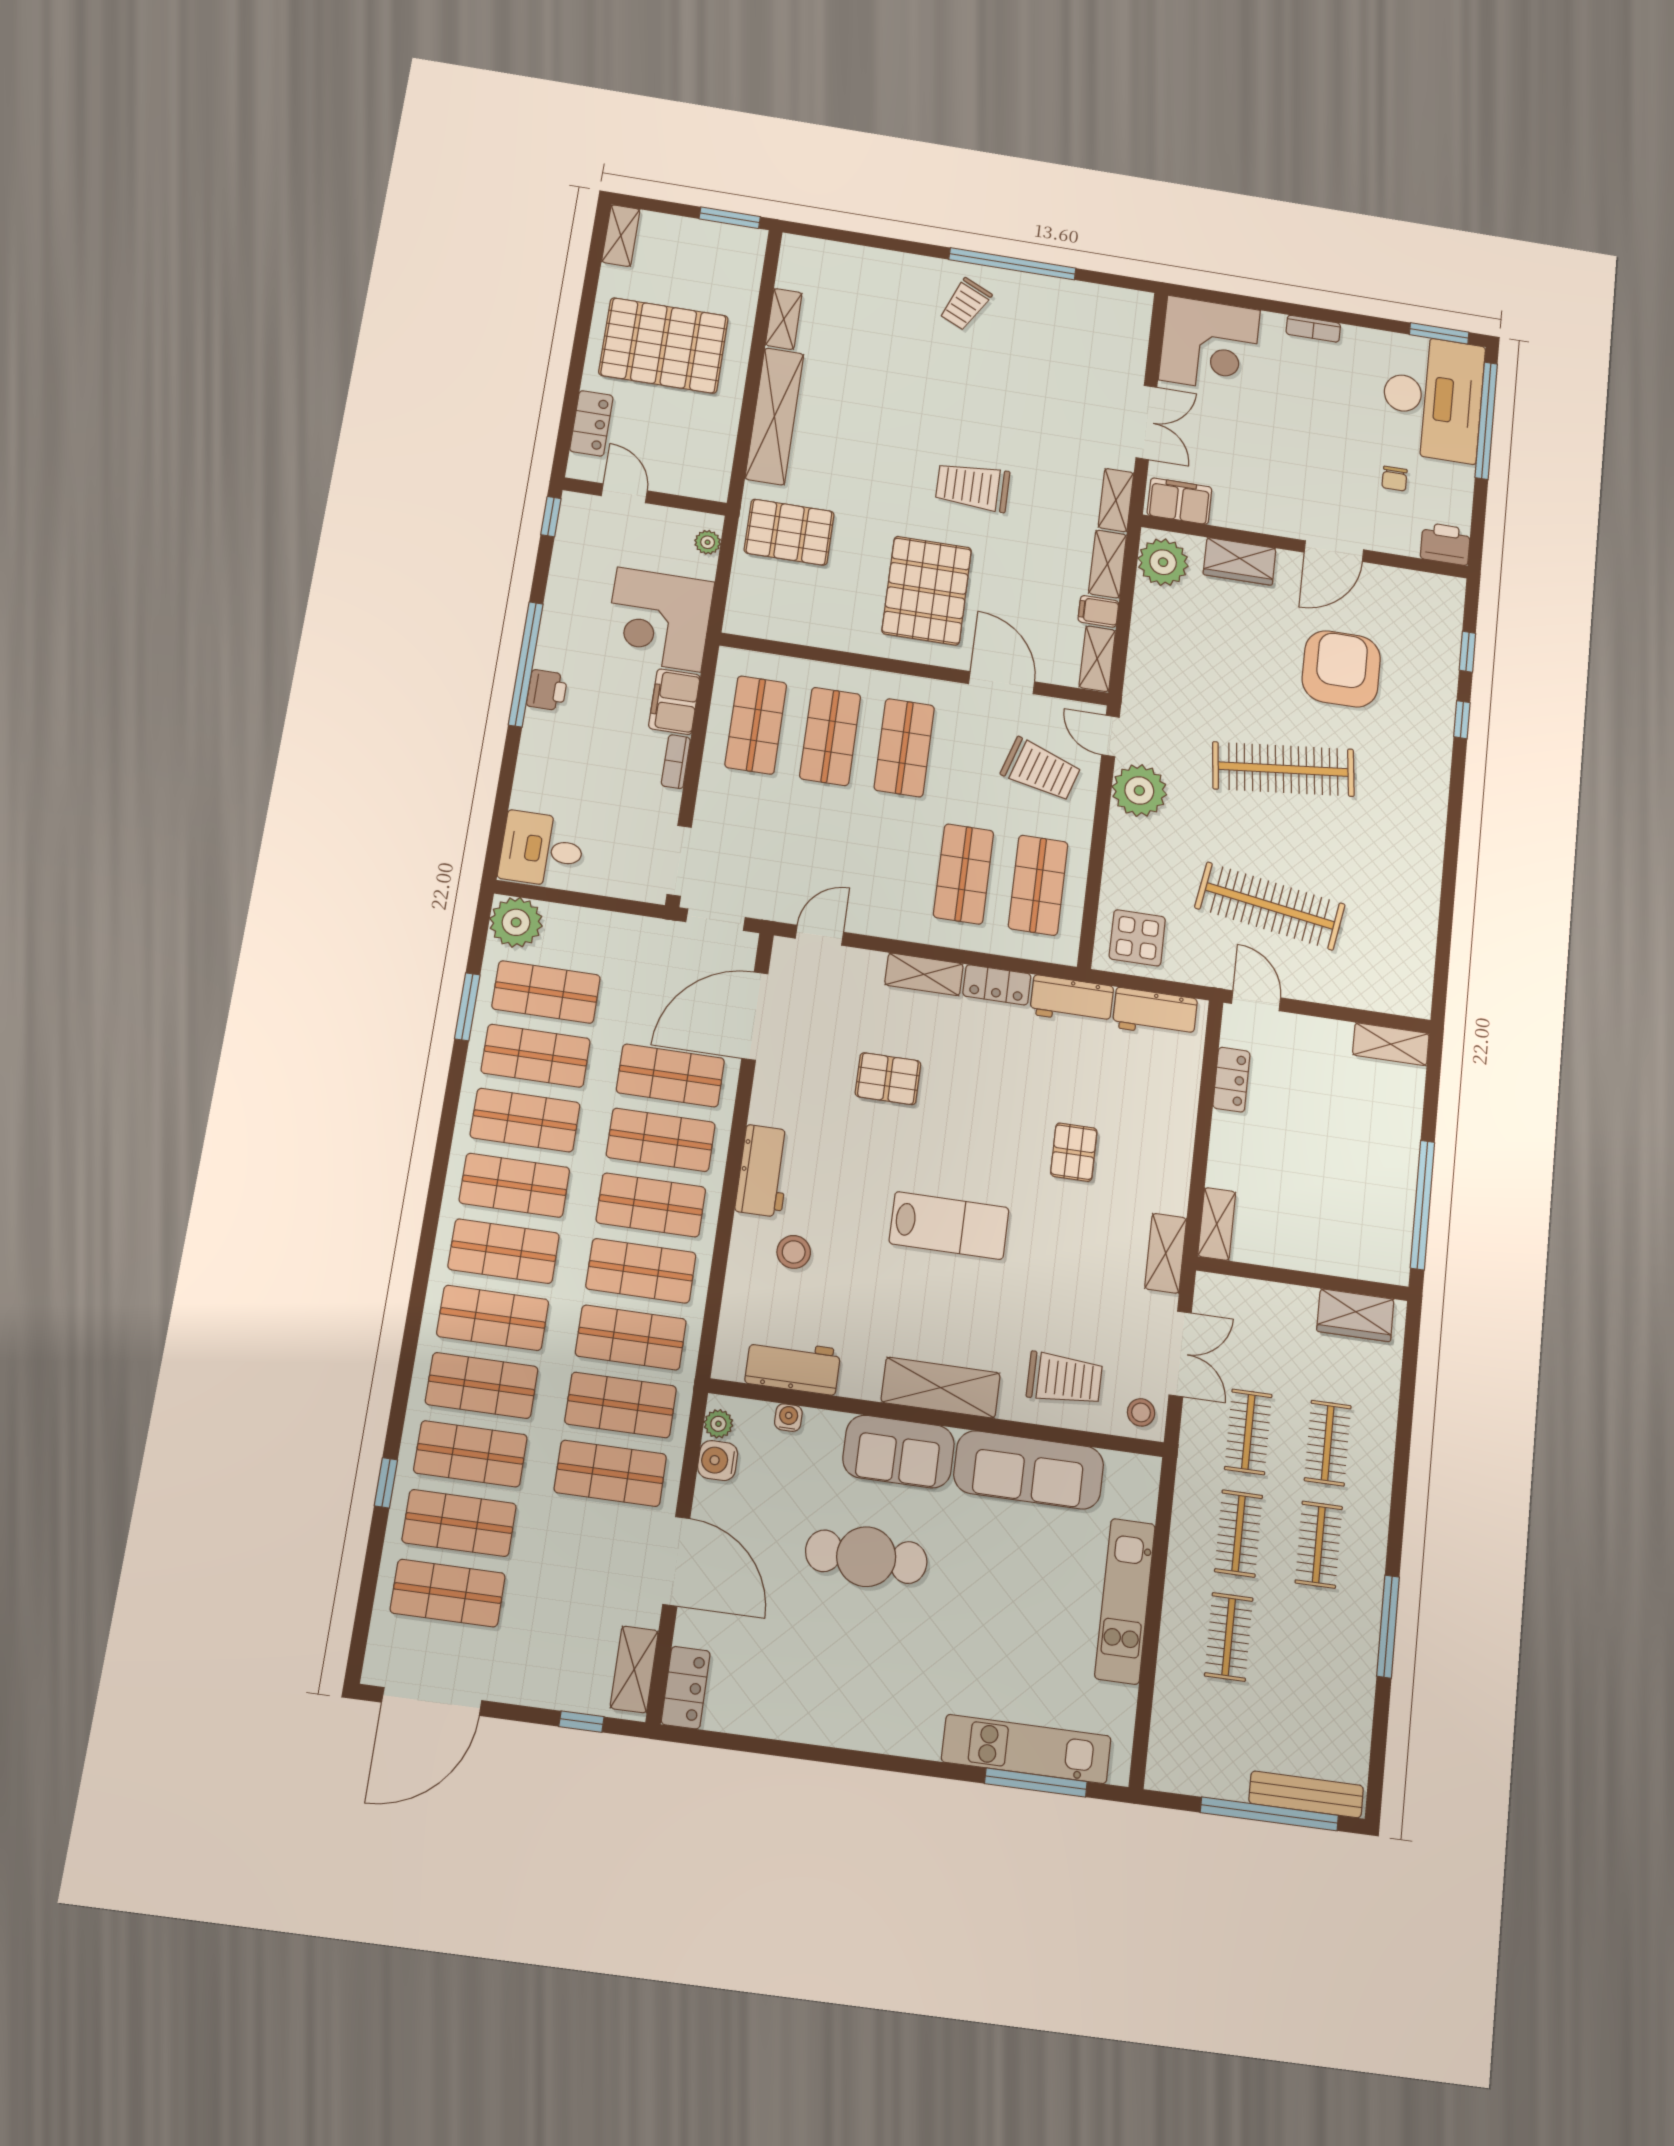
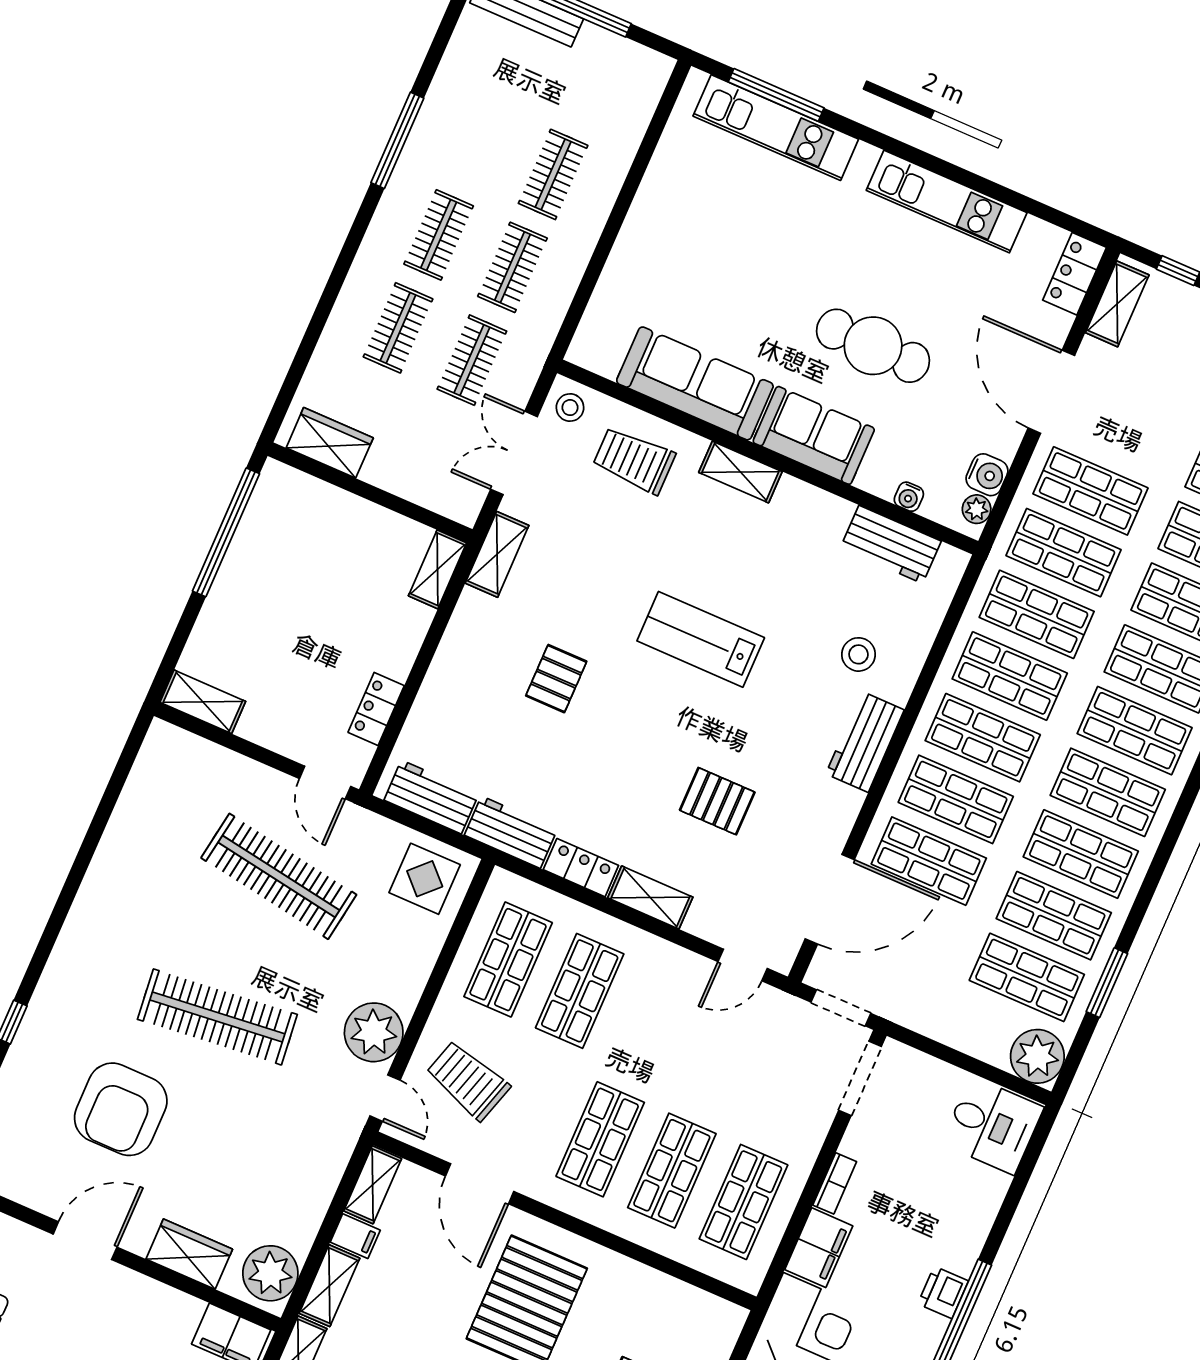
shelving: (941, 1388) -> (740, 472), width x0.67, depth x0.75
kitchen unit: (1125, 1601) -> (947, 201), moved, turned 90

